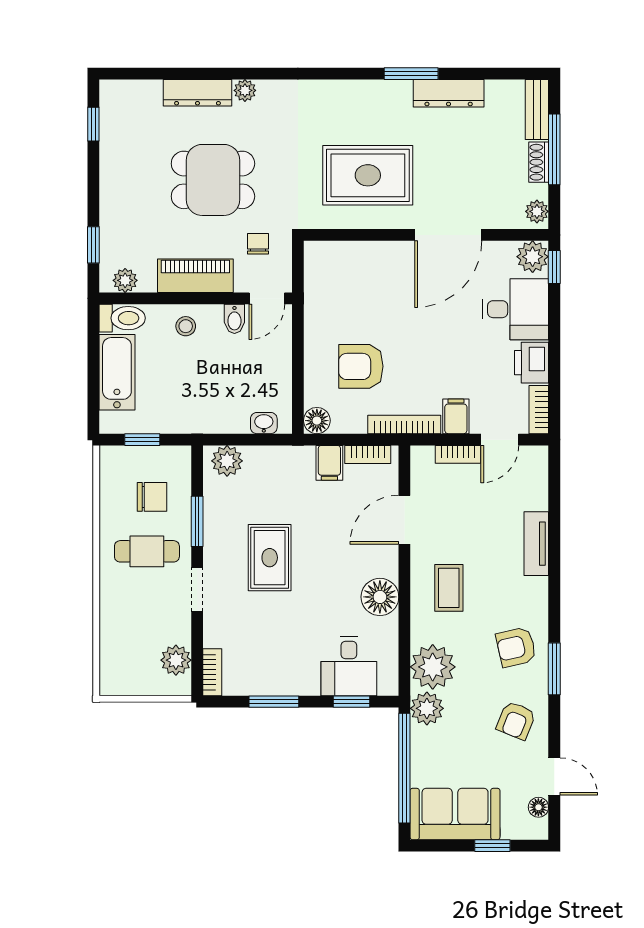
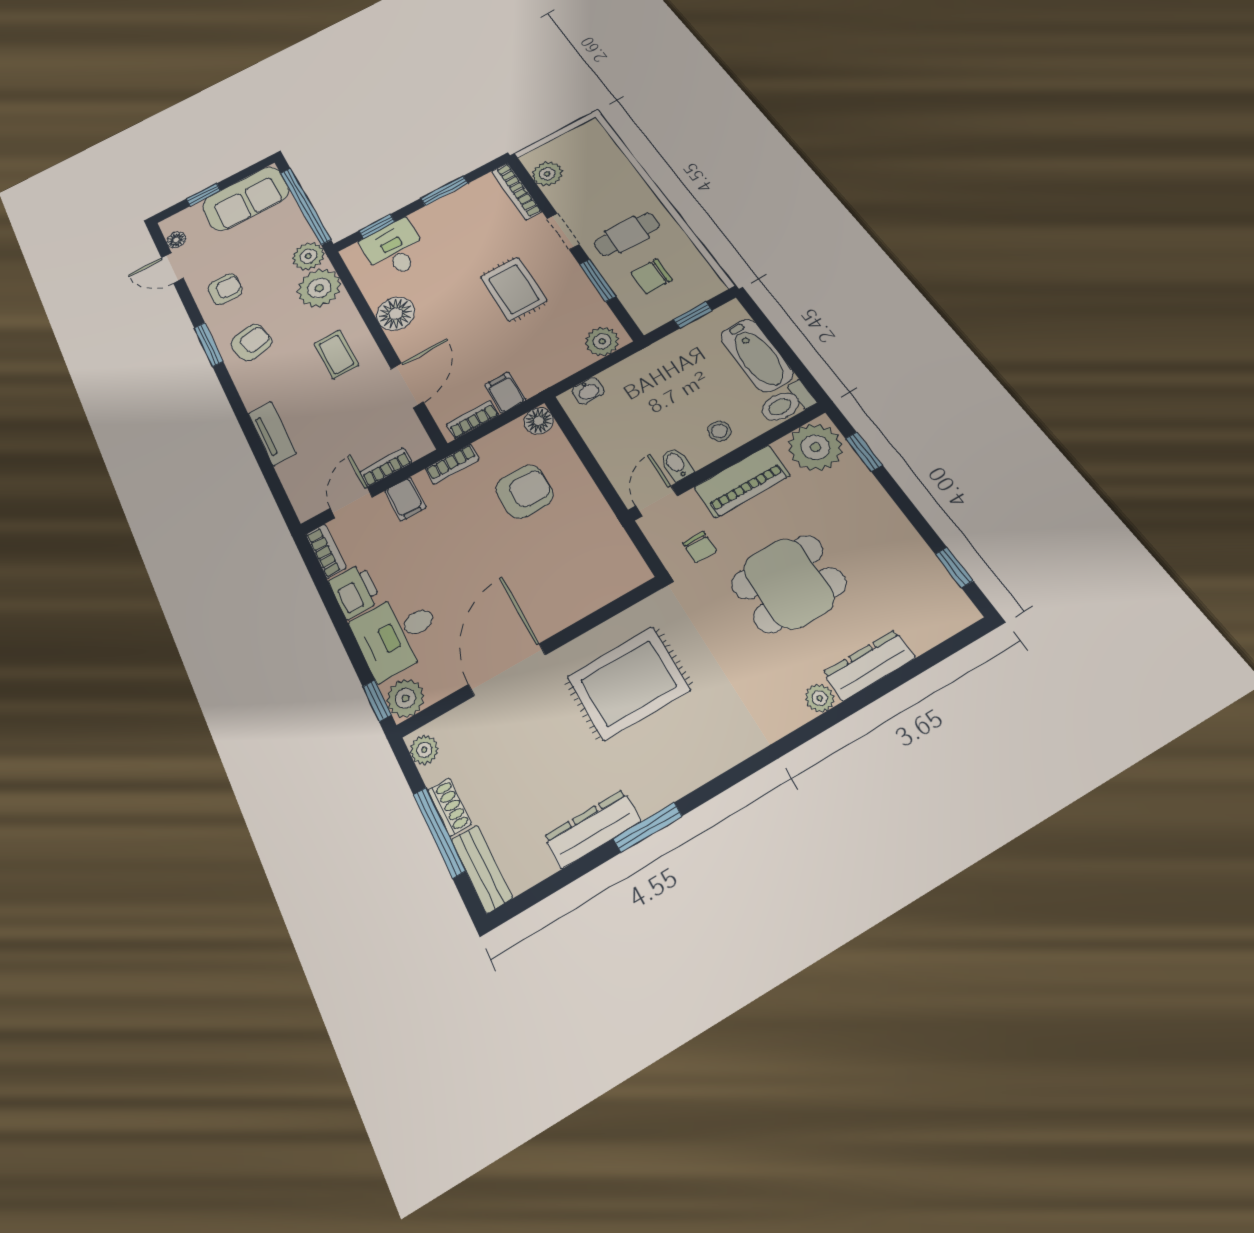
plant: (125, 280) -> (815, 447), width x1.88, depth x1.88
bookcase: (404, 424) -> (452, 464), width x0.64
bookcase: (212, 672) -> (517, 191), width x1.56
armchair: (516, 720) -> (225, 289), turned 68

